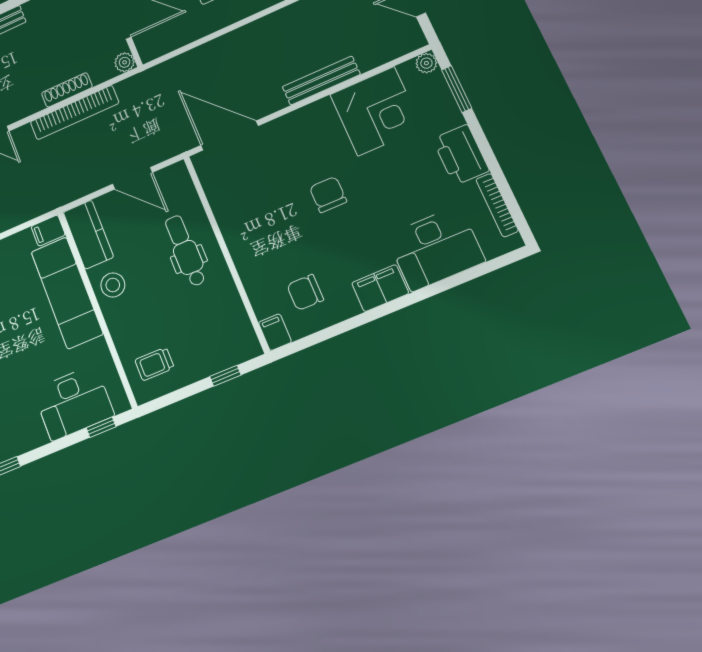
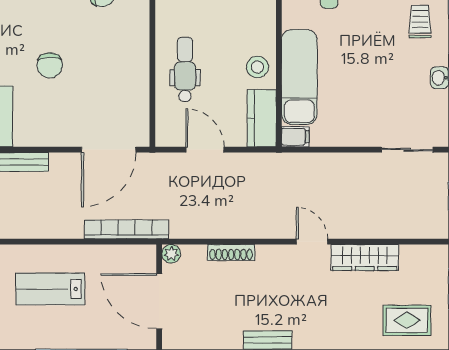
bookcase: (74, 113) -> (127, 229), moved
door: (230, 136) -> (109, 150), hinge flipped
dental chair: (185, 251) -> (185, 70), turned 180

